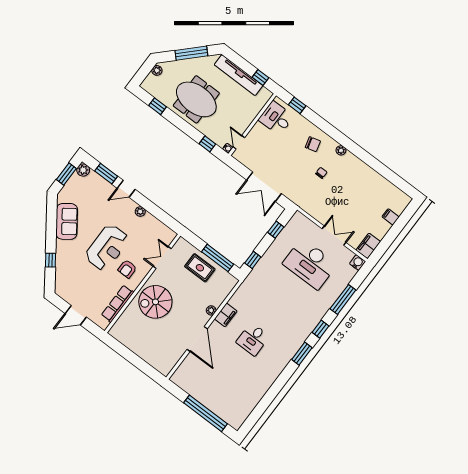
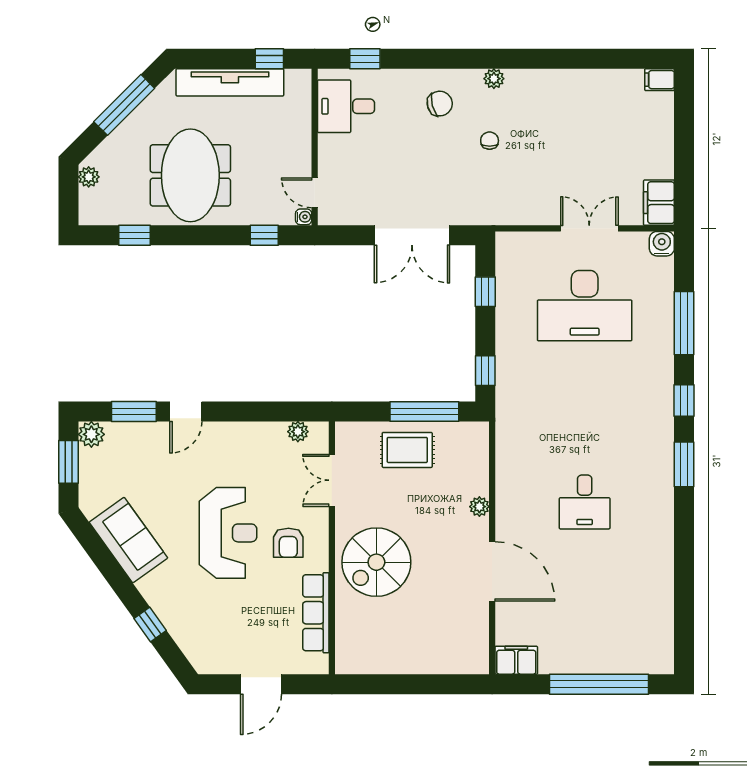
meeting table: (196, 99) -> (190, 175), turned 90
plant: (140, 212) -> (298, 432), moved
filing cabinet: (391, 217) -> (659, 80), moved
filing cabinet: (226, 315) -> (516, 660), moved, turned -90

